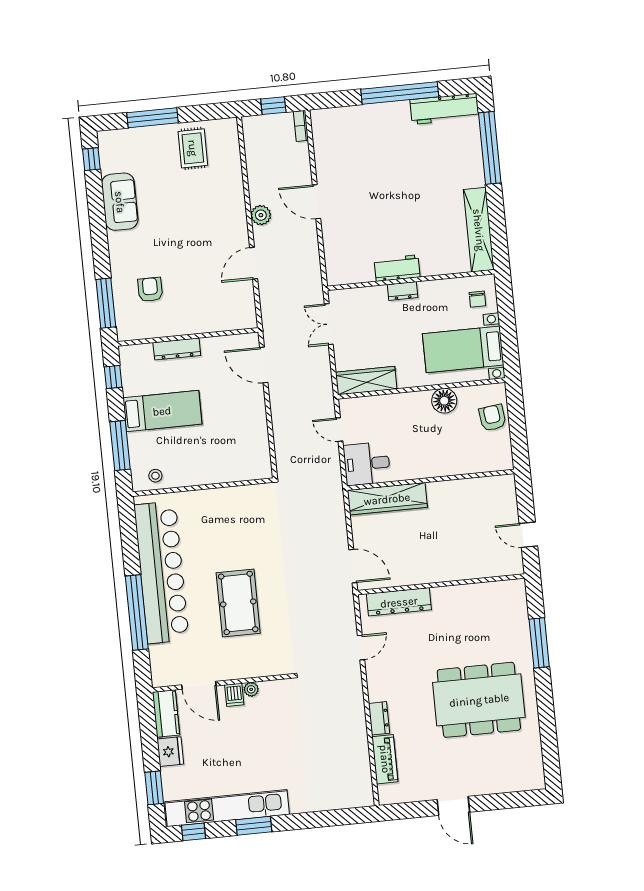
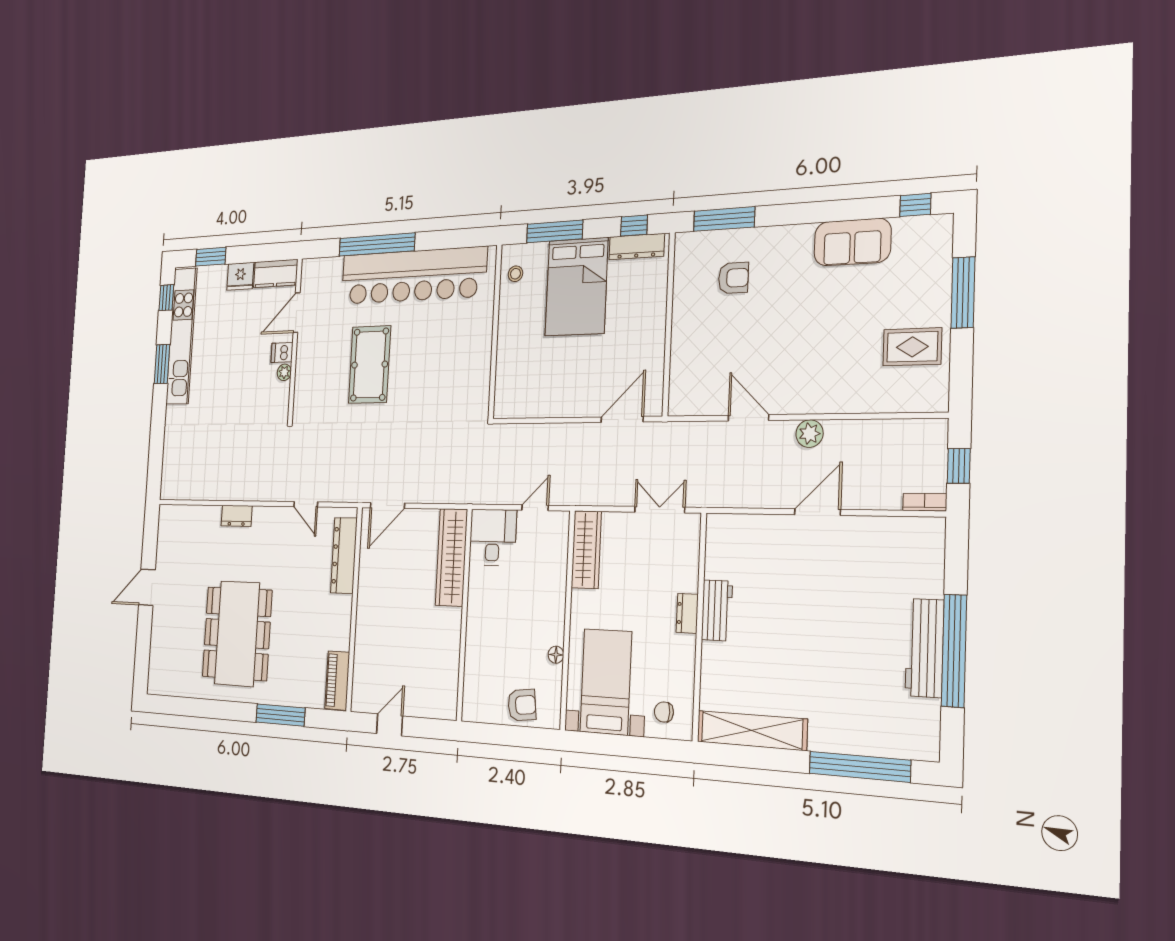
workbench: (444, 109) -> (925, 648), moved
dresser: (177, 349) -> (637, 247), moved, turned -90
floor lamp: (444, 401) -> (556, 655), width x0.53, depth x0.53
bed: (162, 411) -> (577, 287), width x1.50
pool table: (238, 603) -> (370, 365), turned 90
piano: (385, 759) -> (337, 681), moved, turned 90

